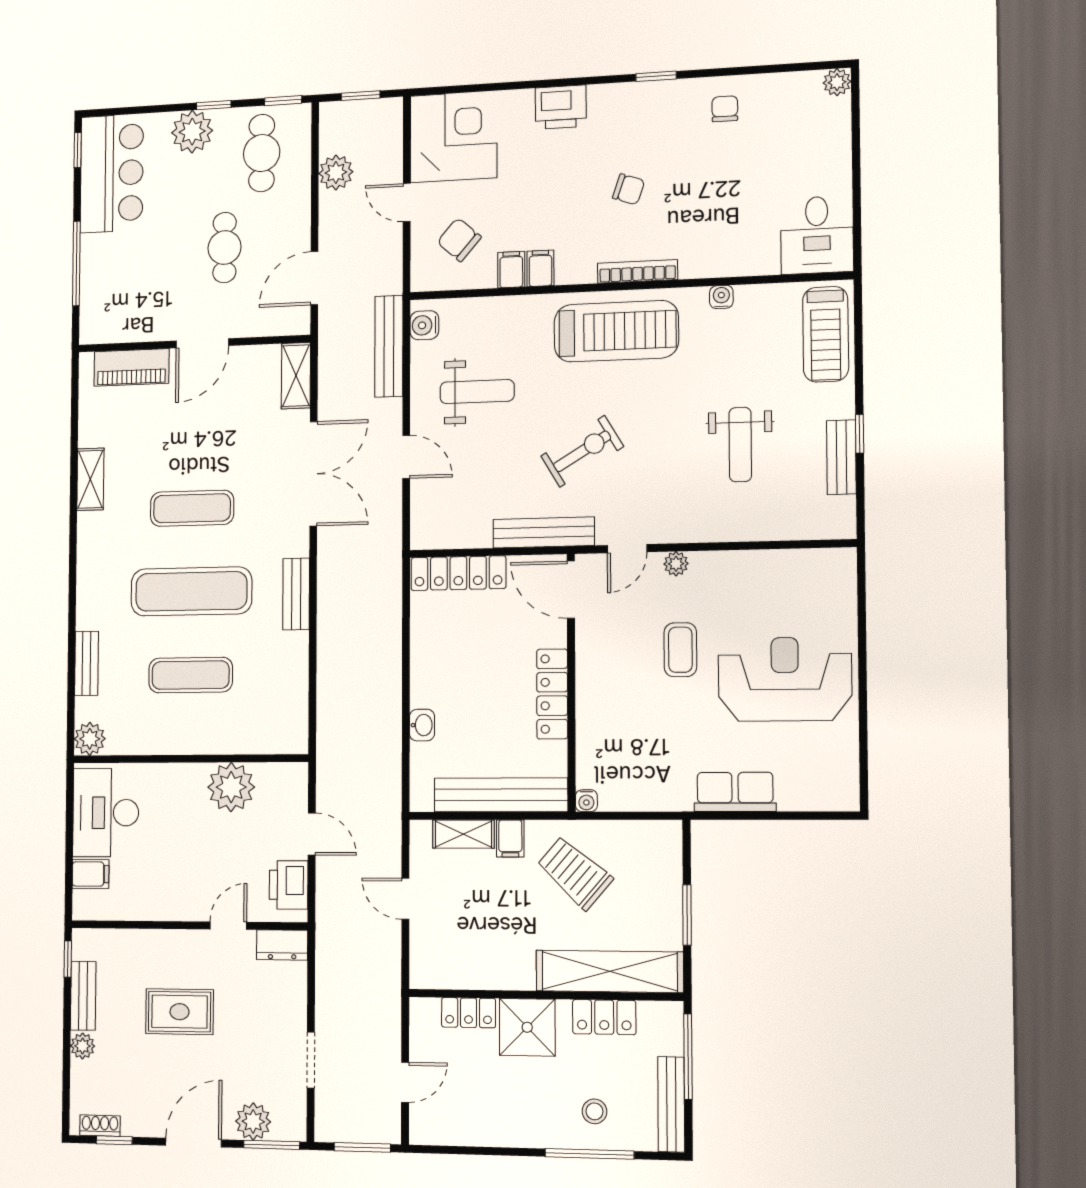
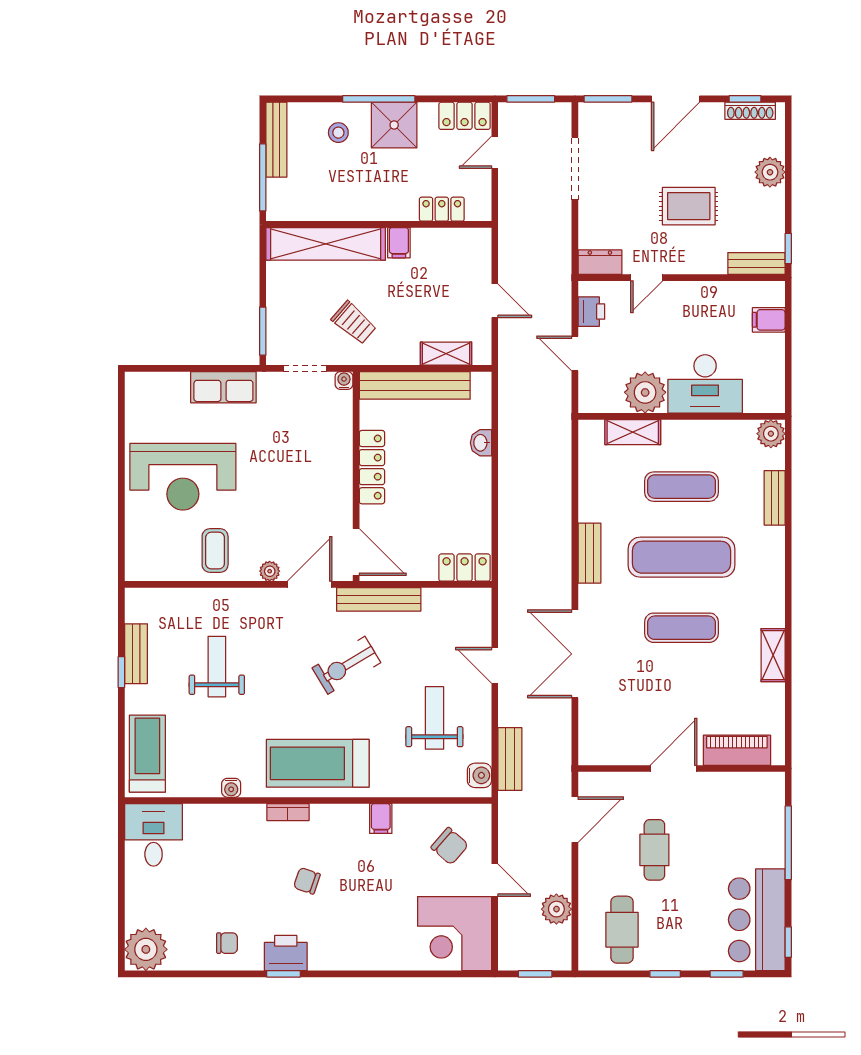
plant: (837, 82) -> (146, 949), width x1.87, depth x1.87
window: (283, 101) -> (727, 974), moved
printer: (561, 107) -> (286, 953), moved
chair: (725, 109) -> (227, 943), turned -90
plant: (192, 132) -> (684, 952), removed
filing cabinet: (511, 270) -> (405, 819), removed
bookcase: (638, 271) -> (288, 812), width x0.64
bench: (389, 346) -> (510, 759), width x0.73
shelving: (296, 376) -> (633, 432), moved, turned 90
weight bench: (477, 392) -> (434, 718), turned 90
door: (627, 549) -> (310, 584), width x1.38
locker: (458, 573) -> (465, 568), width x0.66
coffee table: (680, 650) -> (215, 551), moved
desk: (106, 813) -> (705, 384), moved, turned 90
doorway: (634, 816) -> (305, 368), added
filing cabinet: (510, 838) -> (399, 243), moved, turned 180
trolley: (575, 873) -> (354, 323), width x0.73, depth x0.72
printer: (289, 885) -> (591, 312), width x0.73, depth x0.81
window: (687, 915) -> (263, 331), moved
bench: (83, 996) -> (756, 264), moved, turned 90
locker: (604, 1017) -> (465, 116), moved, turned 180
shower: (527, 1027) -> (394, 125), moved
plant: (83, 1046) -> (770, 172), width x1.38, depth x1.38
doorway: (311, 1060) -> (575, 169), width x1.38
plant: (253, 1121) -> (624, 117), removed
shoe rack: (100, 1126) -> (750, 111), width x1.43
window: (590, 1154) -> (379, 99), moved

